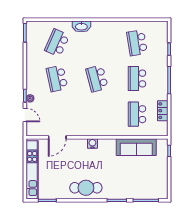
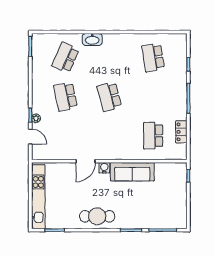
school desk: (137, 79) -> (153, 97), removed
door: (57, 137) -> (86, 161), moved
sofa: (136, 147) -> (132, 172), moved

